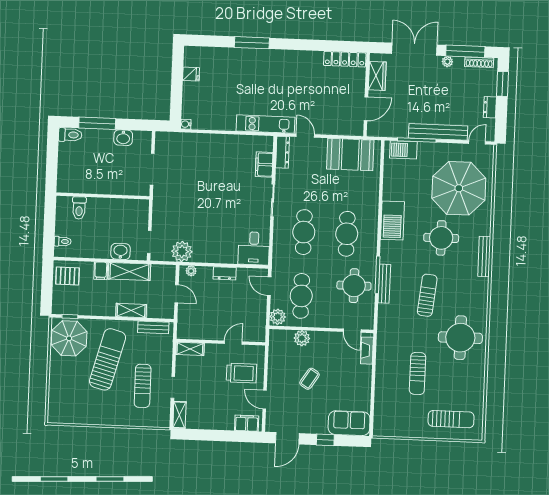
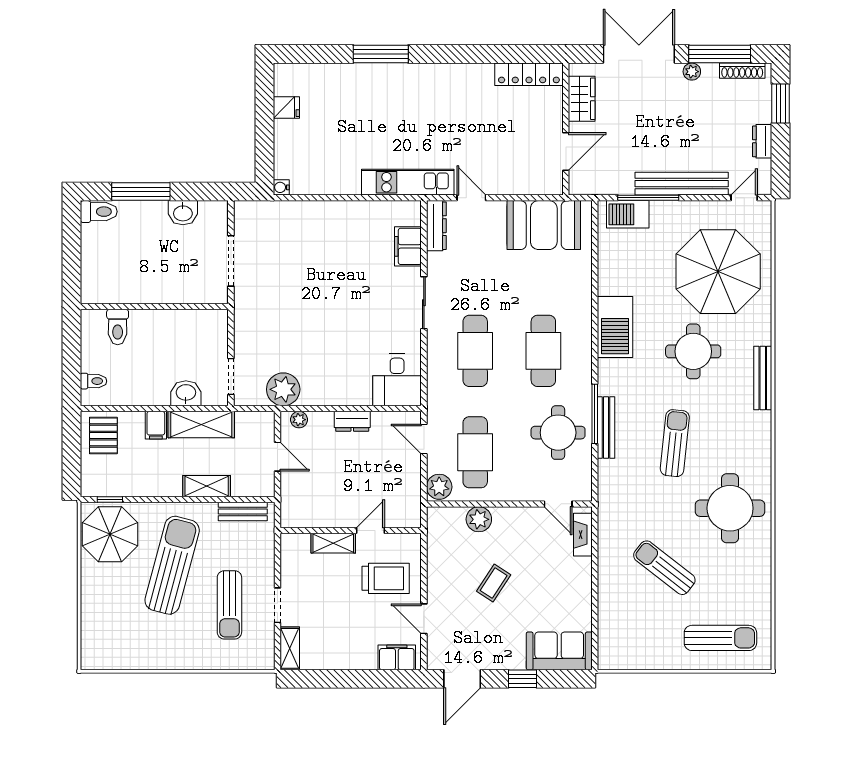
pallet: (67, 276) -> (103, 436), turned 90
shelving: (190, 349) -> (333, 543), moved
sun lounger: (417, 373) -> (664, 568), turned 128

